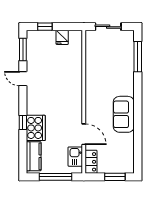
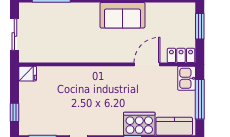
fridge: (62, 37) -> (28, 74), moved
kitchen sink: (75, 157) -> (187, 78), moved, turned 90

